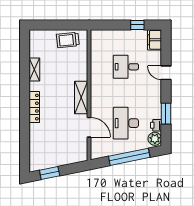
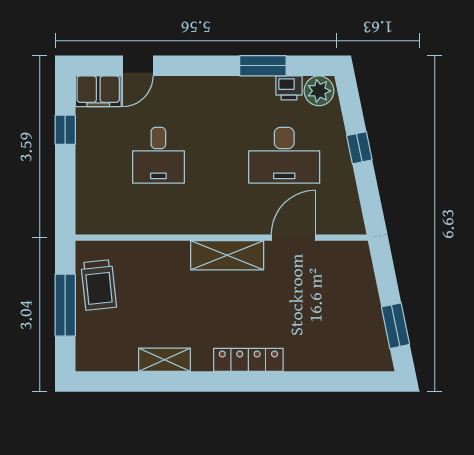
window: (59, 25) -> (65, 305), added
door: (166, 73) -> (138, 66), moved
window: (129, 157) -> (359, 148), width x0.32

